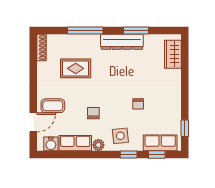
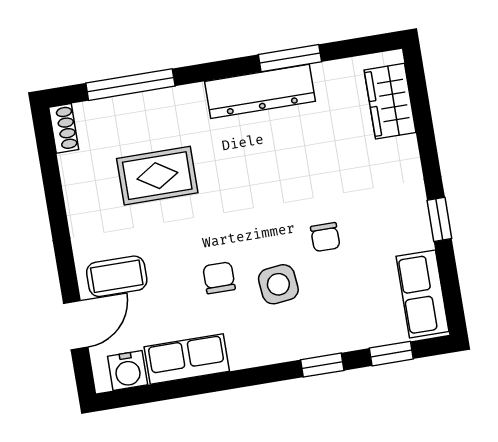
window: (85, 31) -> (130, 85), moved
shoe rack: (41, 48) -> (64, 128), width x0.70
window: (185, 128) -> (439, 219), moved
side table: (120, 136) -> (278, 284), moved
row of seats: (160, 143) -> (423, 294), moved, turned -90
plant: (98, 145) -> (244, 354), removed

